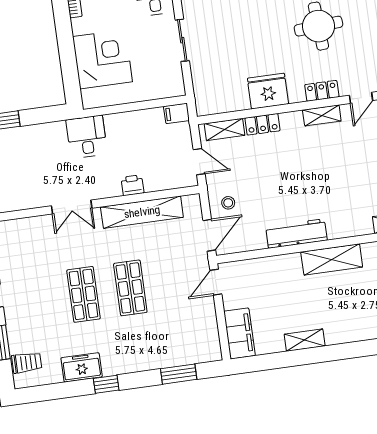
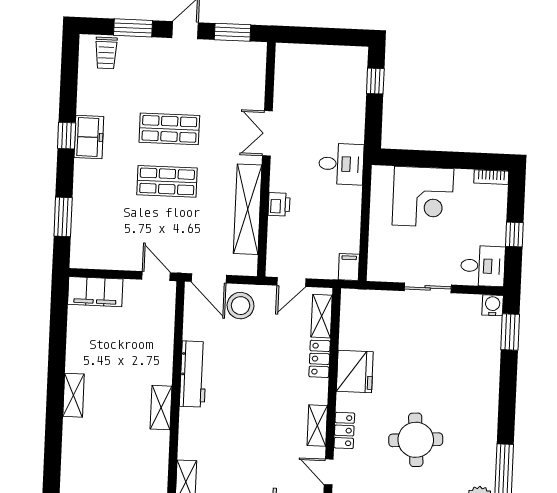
stool: (228, 203) -> (241, 306), width x1.89, depth x1.89
shelving: (332, 259) -> (161, 408), width x0.67, depth x0.75
shelving: (305, 340) -> (73, 395), moved
freezer: (82, 367) -> (89, 137), moved

